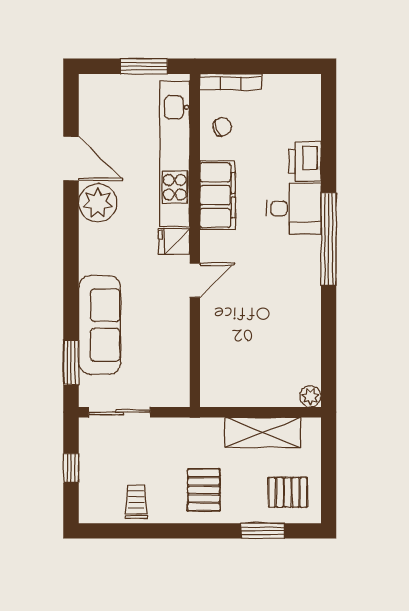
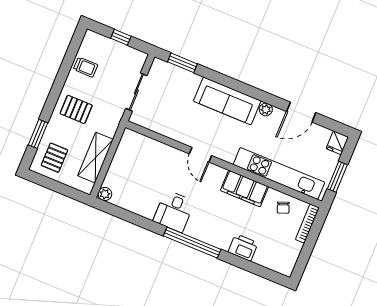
plant: (98, 203) -> (266, 109), width x0.53, depth x0.53
desk: (294, 208) -> (174, 211), moved
fridge: (174, 241) -> (337, 143), moved, turned 180
sofa: (100, 325) -> (227, 101), moved
sliding door: (119, 412) -> (136, 92), moved

